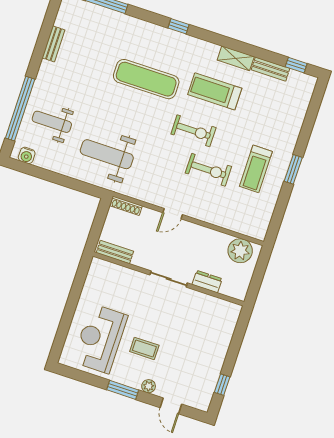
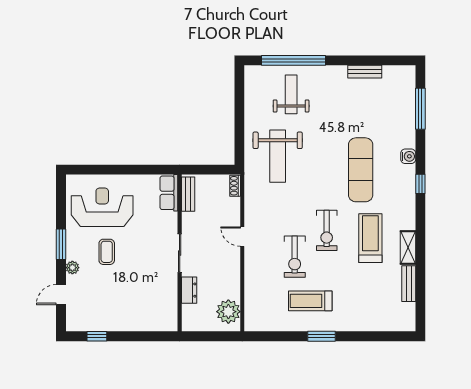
window: (296, 65) -> (420, 306), removed
weight bench: (107, 154) -> (278, 156), turned 180
water cooler: (27, 155) -> (408, 156), moved, turned 180
shoe rack: (126, 206) -> (235, 186), width x0.70
row of seats: (107, 270) -> (169, 193), added

